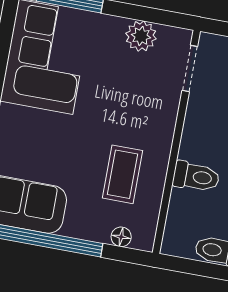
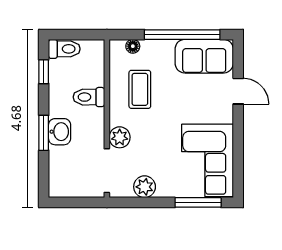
doorway: (190, 68) -> (107, 171), width x1.38
plant: (163, 112) -> (120, 137), added

